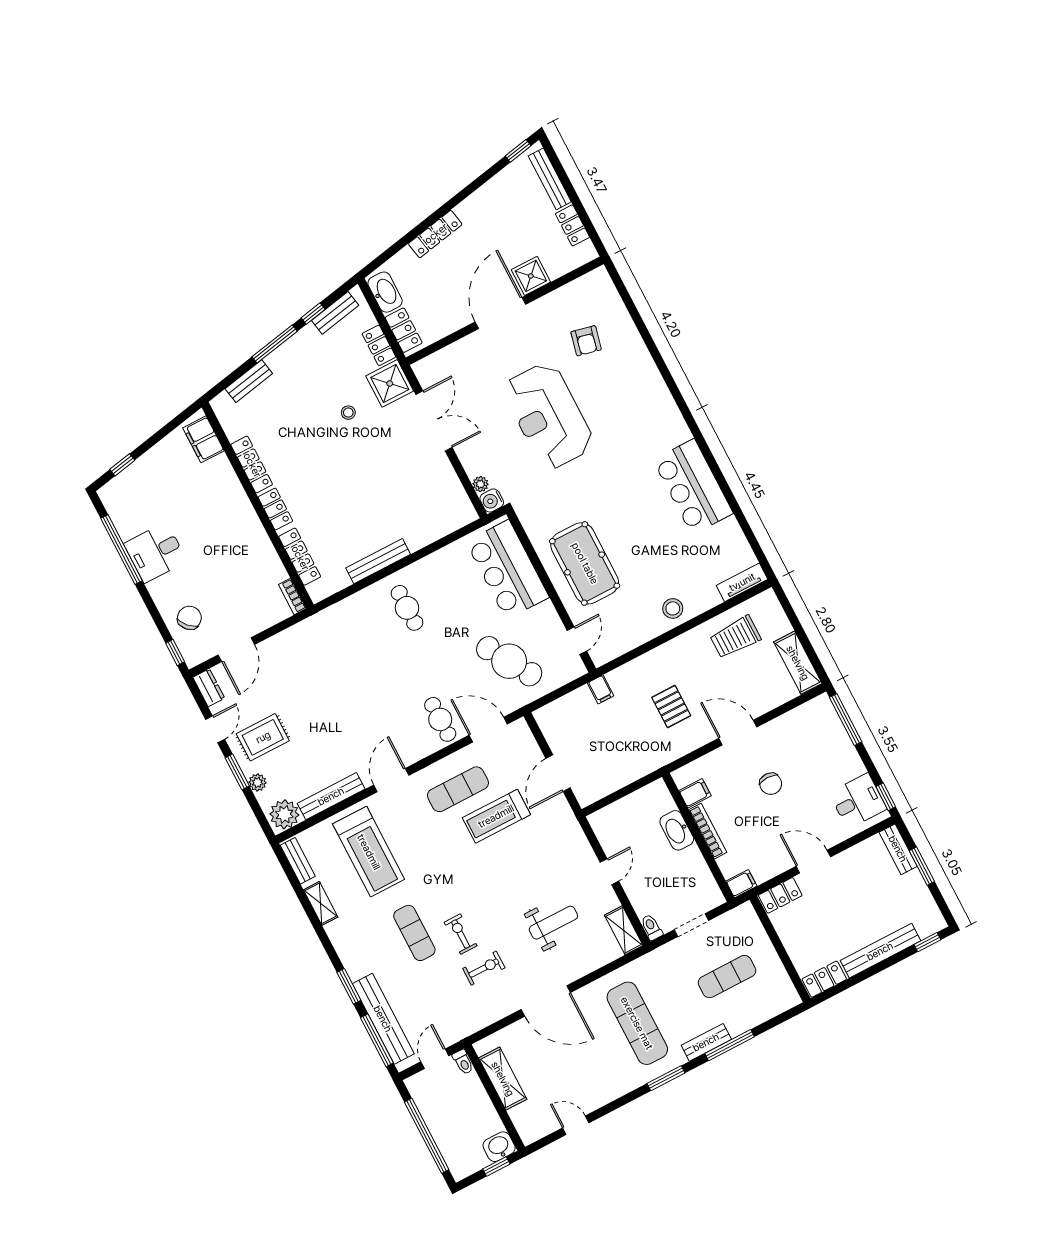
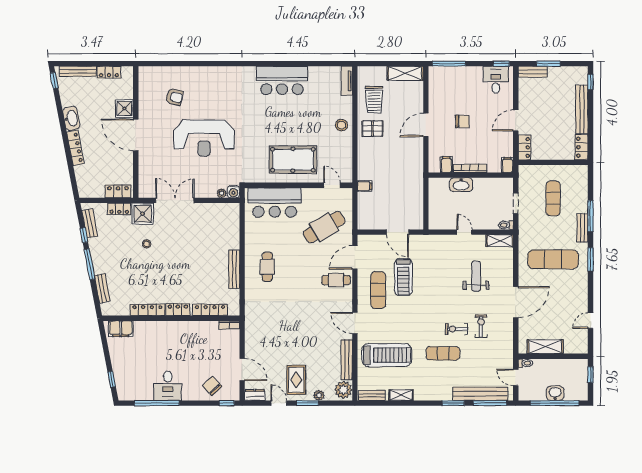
washbasin: (385, 292) -> (71, 118), moved, turned 79
cafe table: (407, 608) -> (267, 267), turned 90
pallet: (671, 706) -> (372, 129), moved
washbasin: (499, 1147) -> (555, 393), moved, turned 90

